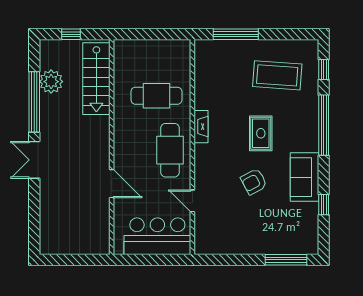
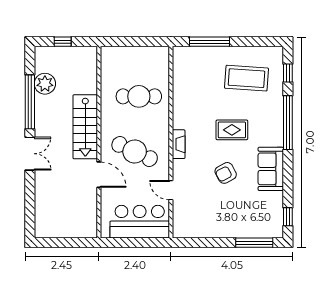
stairs: (96, 79) -> (85, 127), moved
fireplace: (201, 127) -> (179, 144), moved
rug: (261, 133) -> (232, 130), turned 90
cafe table: (170, 150) -> (135, 151), moved, turned -65
double door: (34, 160) -> (30, 154), swing flipped
window: (324, 205) -> (288, 217), moved

